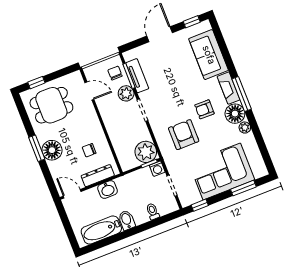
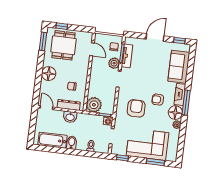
dining table: (51, 105) -> (63, 45), turned 90
window: (37, 148) -> (43, 41), moved
plant: (146, 152) -> (94, 105), moved

